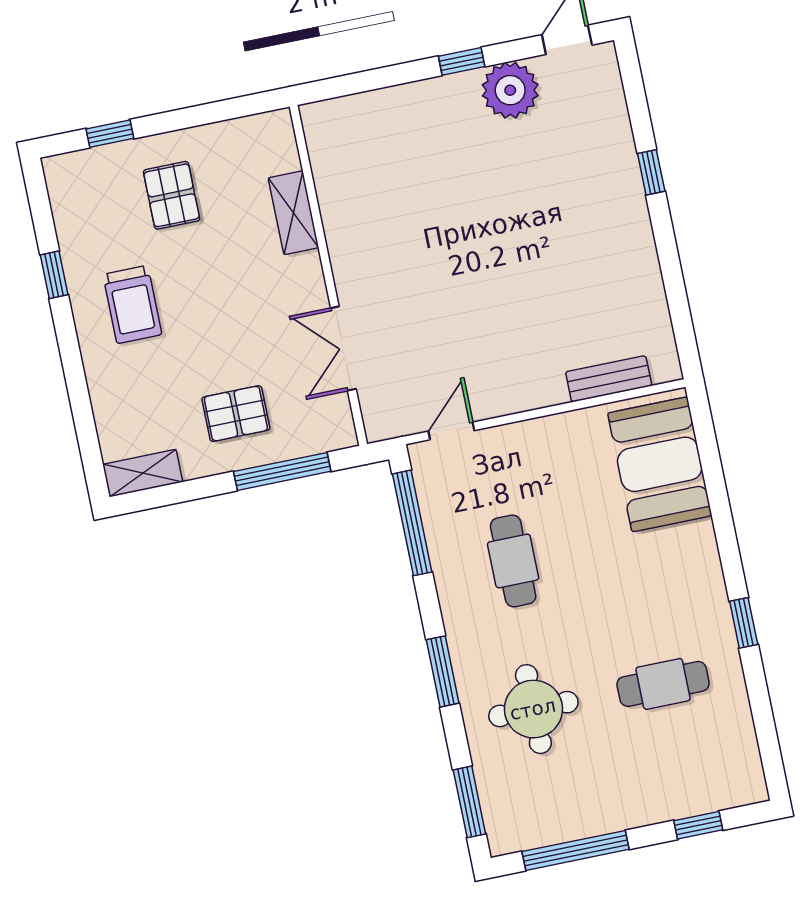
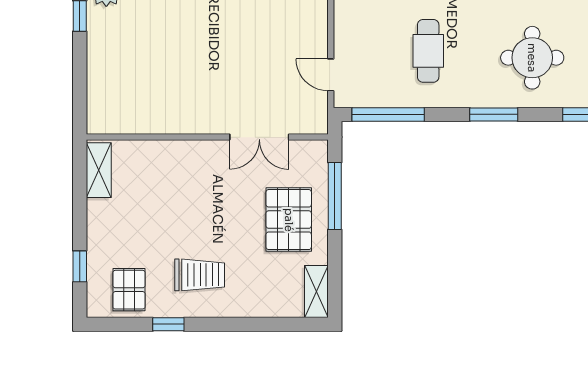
pallet: (172, 195) -> (129, 290), moved, turned 90
shelving: (293, 213) -> (99, 170), moved, turned 90
pallet: (236, 414) -> (289, 220), width x1.50, depth x1.42
cafe table: (513, 561) -> (428, 51), turned 90

